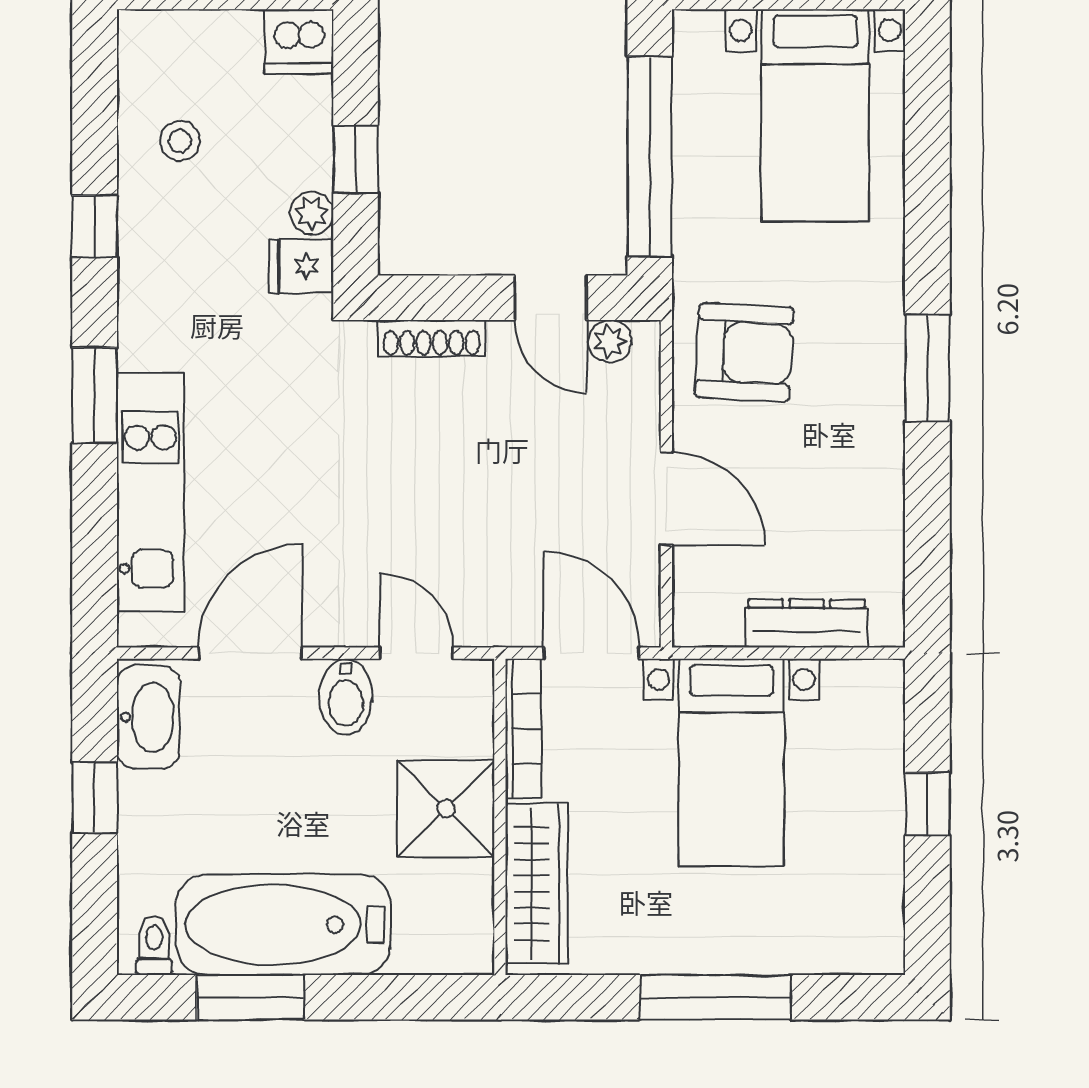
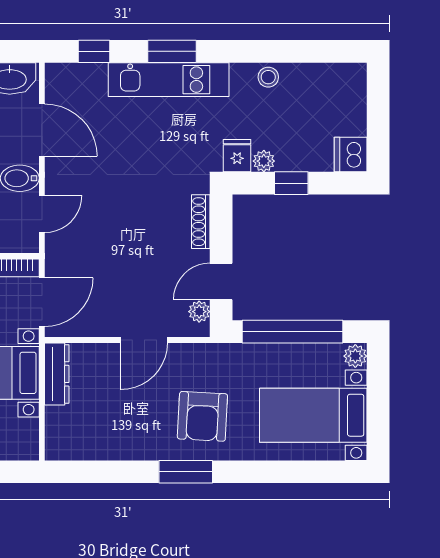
plant: (698, 32) -> (355, 356), added
stool: (180, 141) -> (268, 77), moved
window: (95, 226) -> (94, 51), moved
armchair: (744, 352) -> (202, 416), moved
kitchen unit: (150, 492) -> (169, 80), moved
door: (666, 499) -> (144, 340), moved
dresser: (807, 623) -> (57, 374), moved

